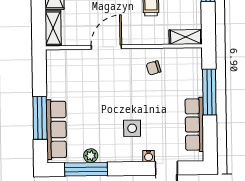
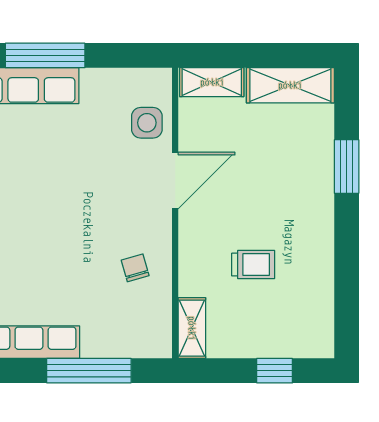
door: (106, 47) -> (175, 181), hinge flipped
side table: (132, 128) -> (147, 123), moved

